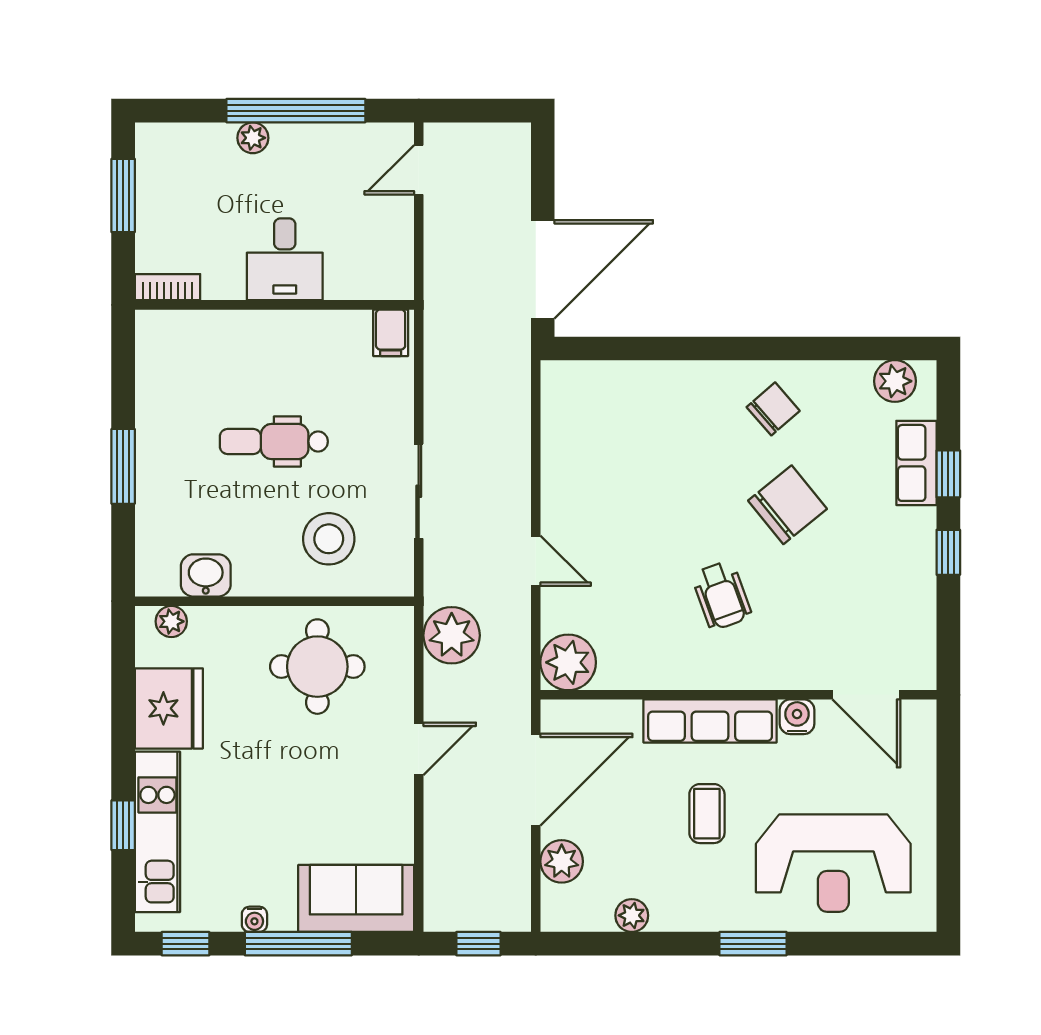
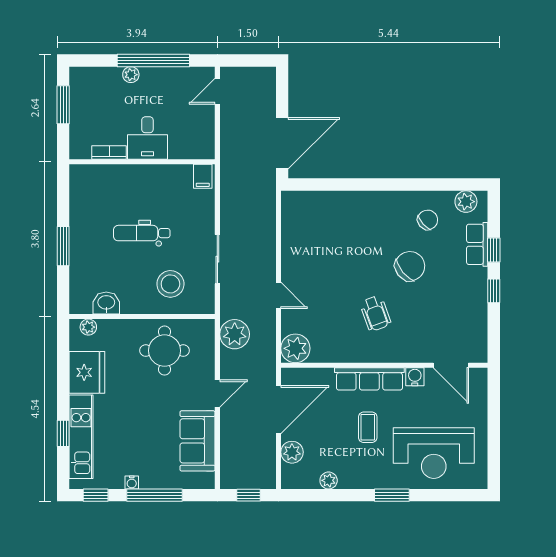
bookcase: (167, 287) -> (109, 153), moved
chair: (773, 409) -> (428, 220), moved
sofa: (356, 898) -> (197, 441), moved, turned -90

